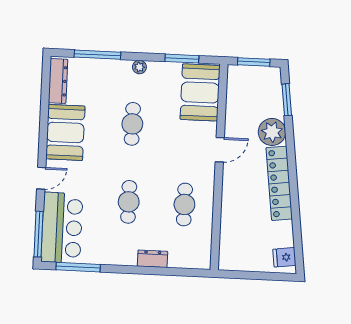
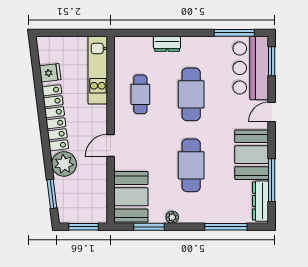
plant: (139, 67) -> (172, 217), moved
window: (45, 103) -> (272, 180), added
cafe table: (132, 124) -> (191, 165), width x1.37, depth x1.35
cafe table: (129, 202) -> (191, 94), width x1.37, depth x1.35
kitchen unit: (230, 233) -> (98, 70), added
window: (39, 234) -> (272, 61), width x0.69
fridge: (284, 257) -> (50, 73), moved

